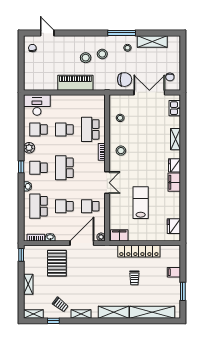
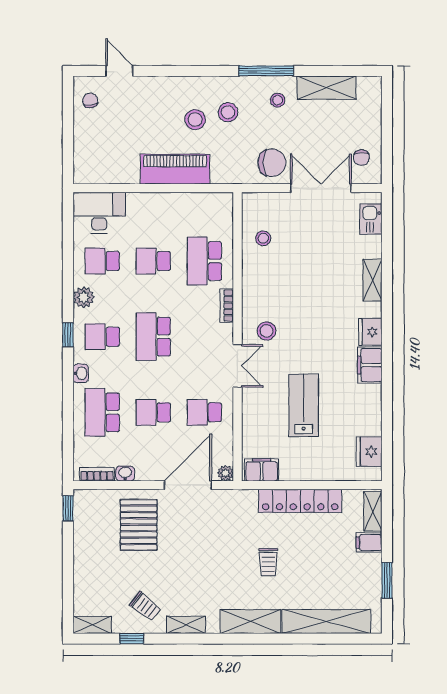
stool: (121, 151) -> (267, 331), moved
trolley: (134, 278) -> (268, 562), moved
shelving: (28, 284) -> (373, 511), moved

